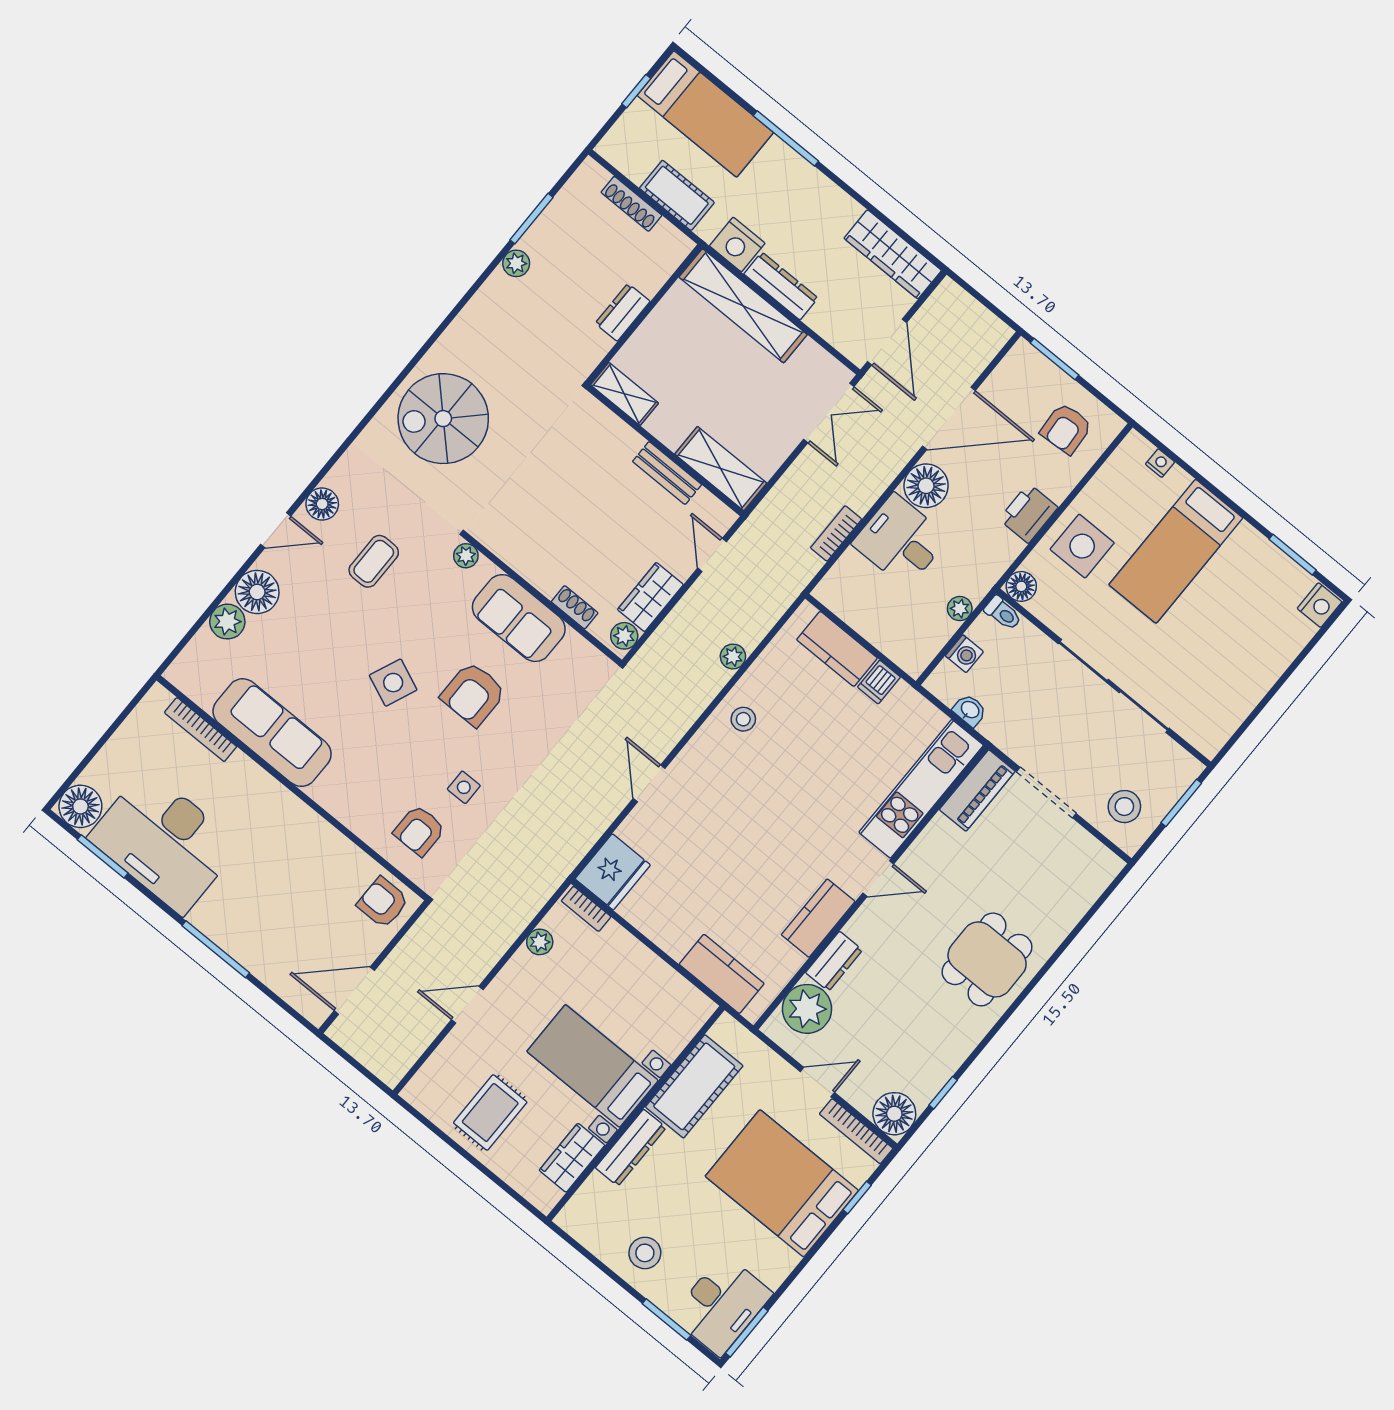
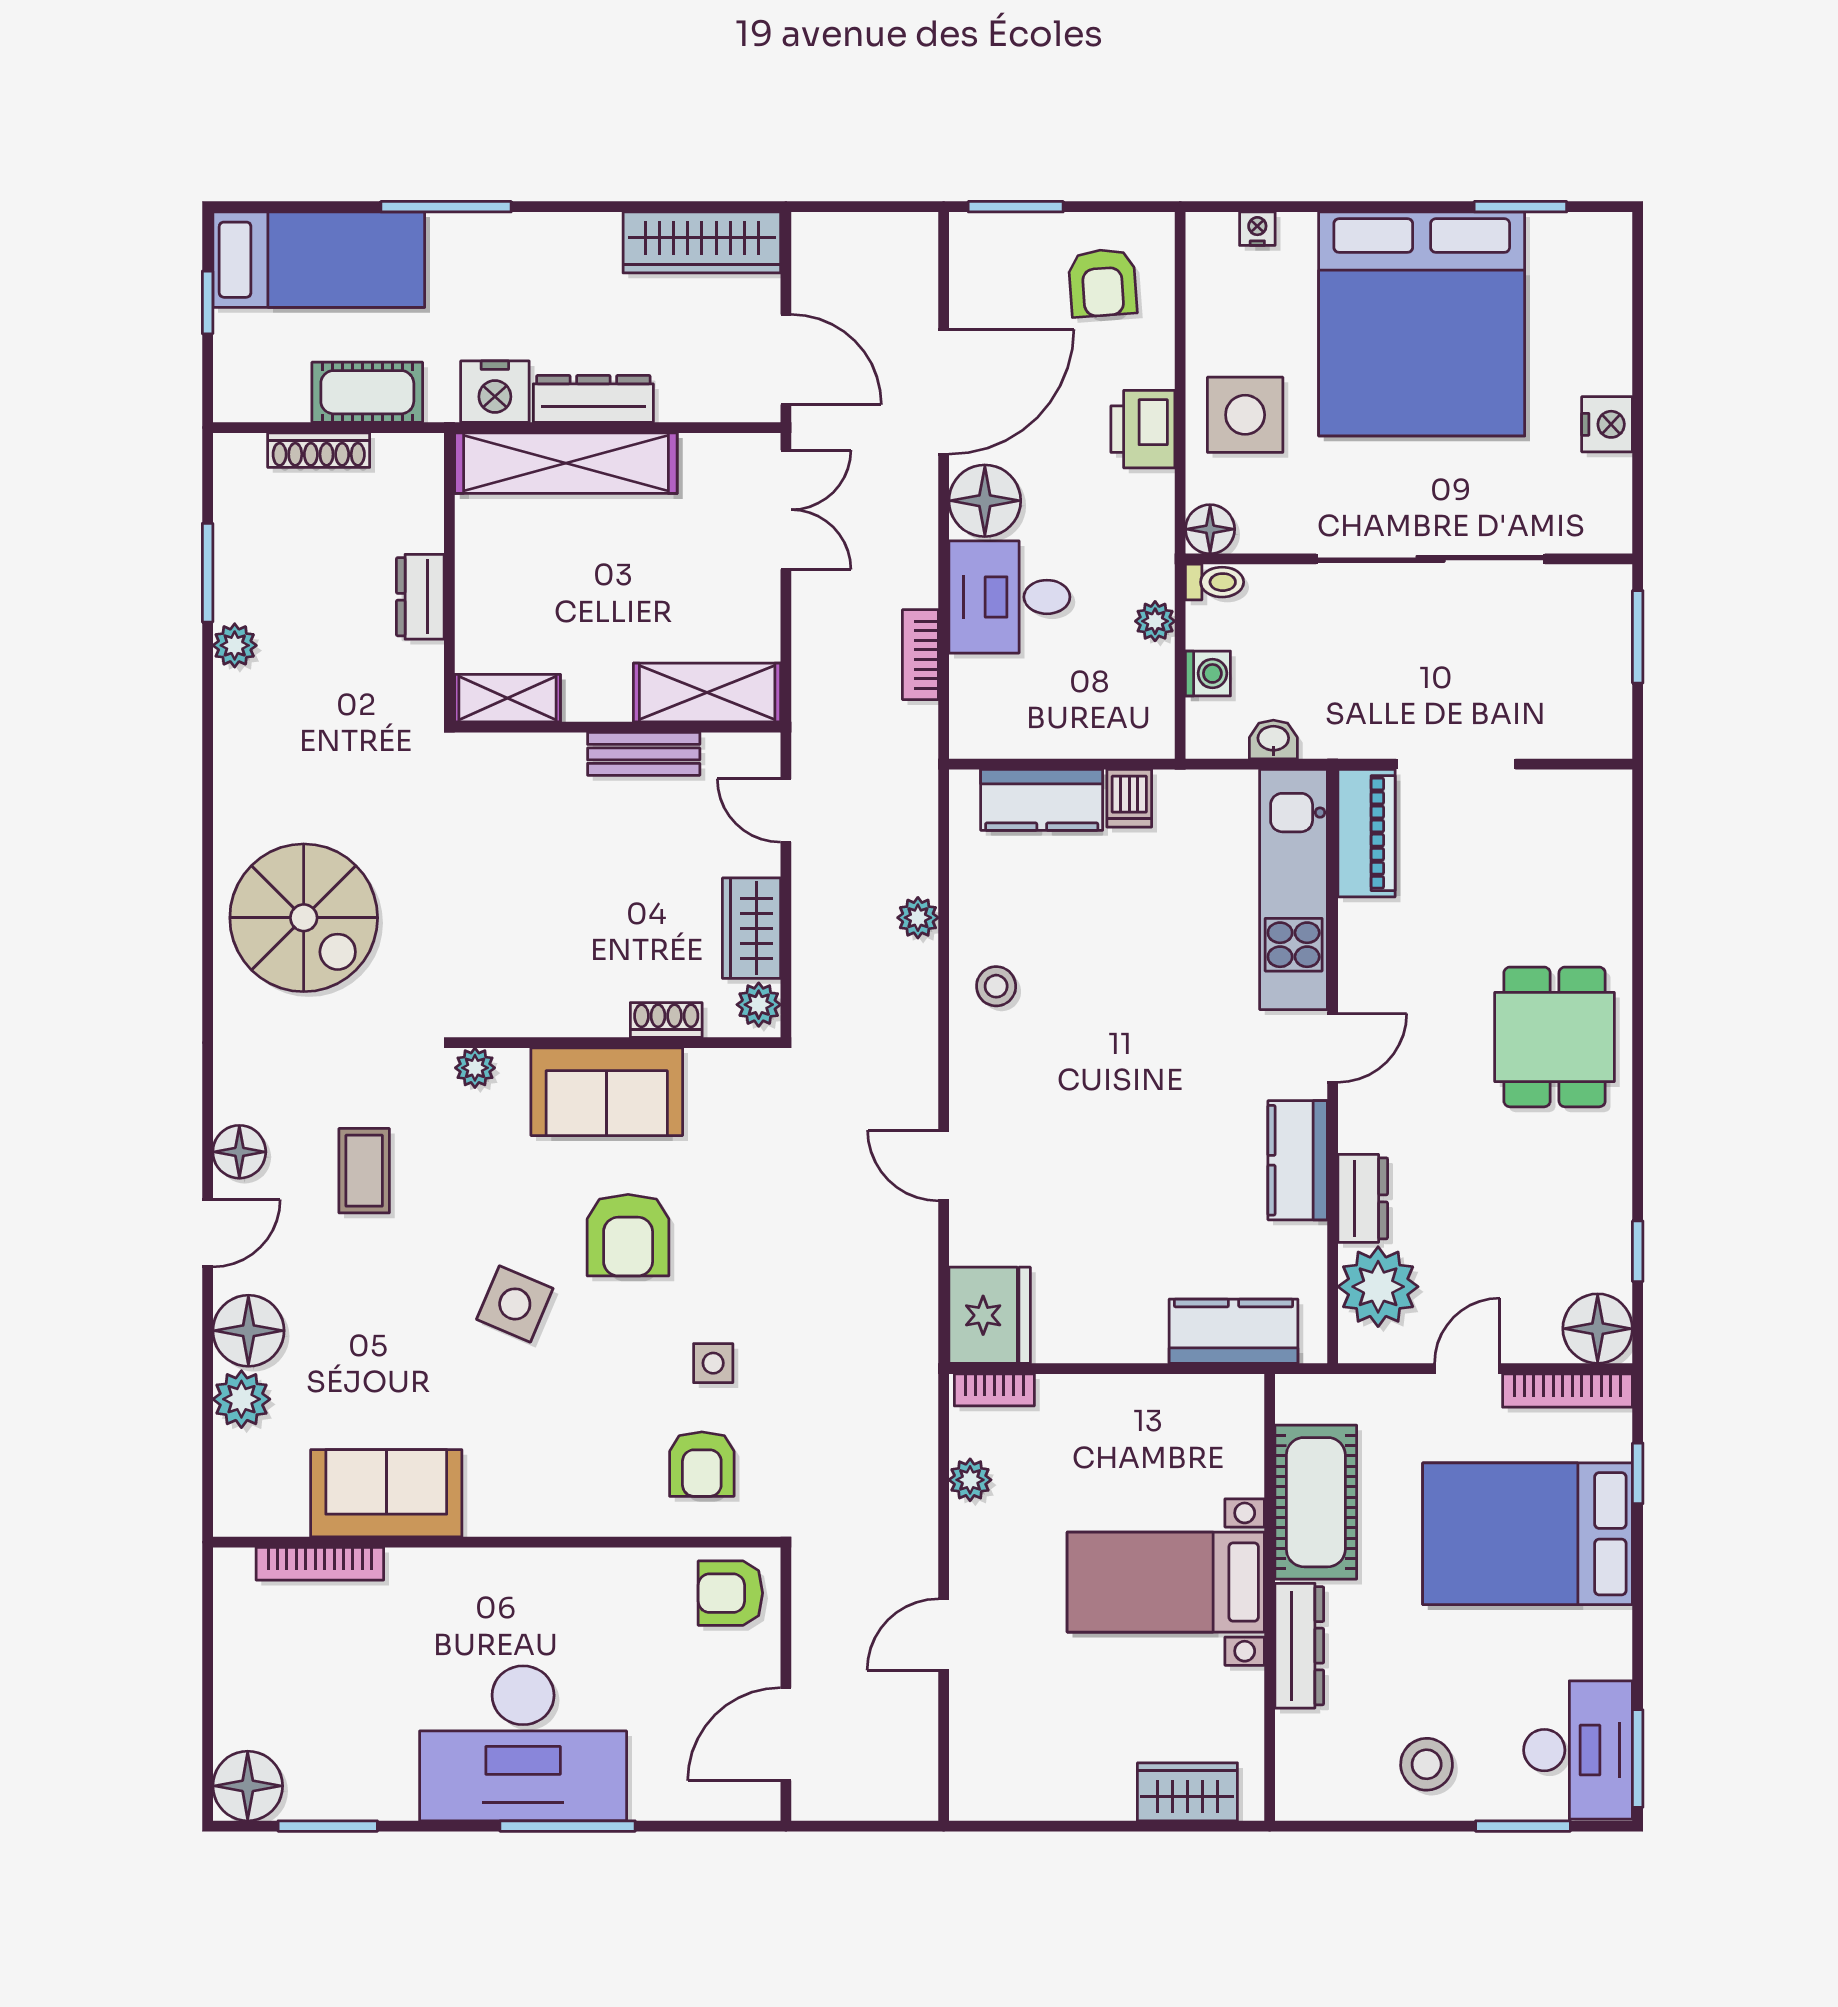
spiral stairs: (443, 419) -> (304, 918), turned -90
bed: (1176, 551) -> (1422, 324), width x2.04
nightstand: (1320, 605) -> (1607, 424), moved
sofa: (272, 733) -> (386, 1493), width x0.73
stool: (1124, 807) -> (1569, 701), removed
desk: (164, 842) -> (523, 1743), moved
rug: (490, 1112) -> (1085, 1747), removed
wardrobe: (572, 1158) -> (1187, 1792), moved, turned 90

